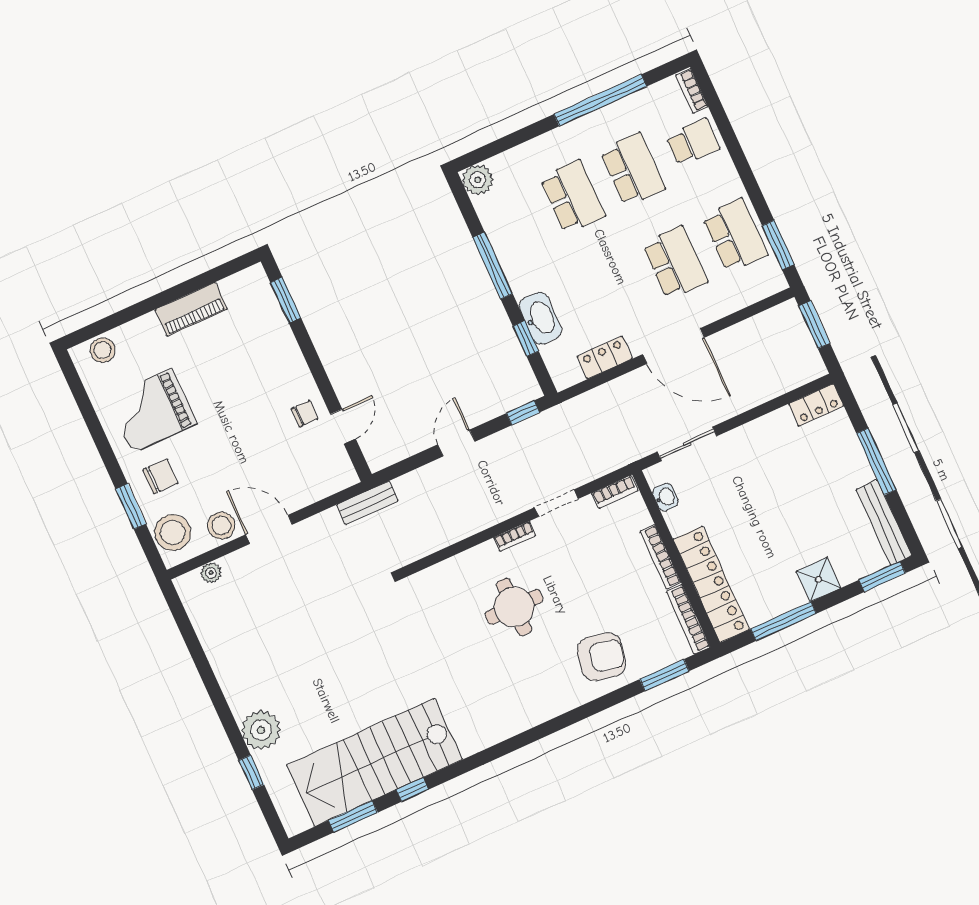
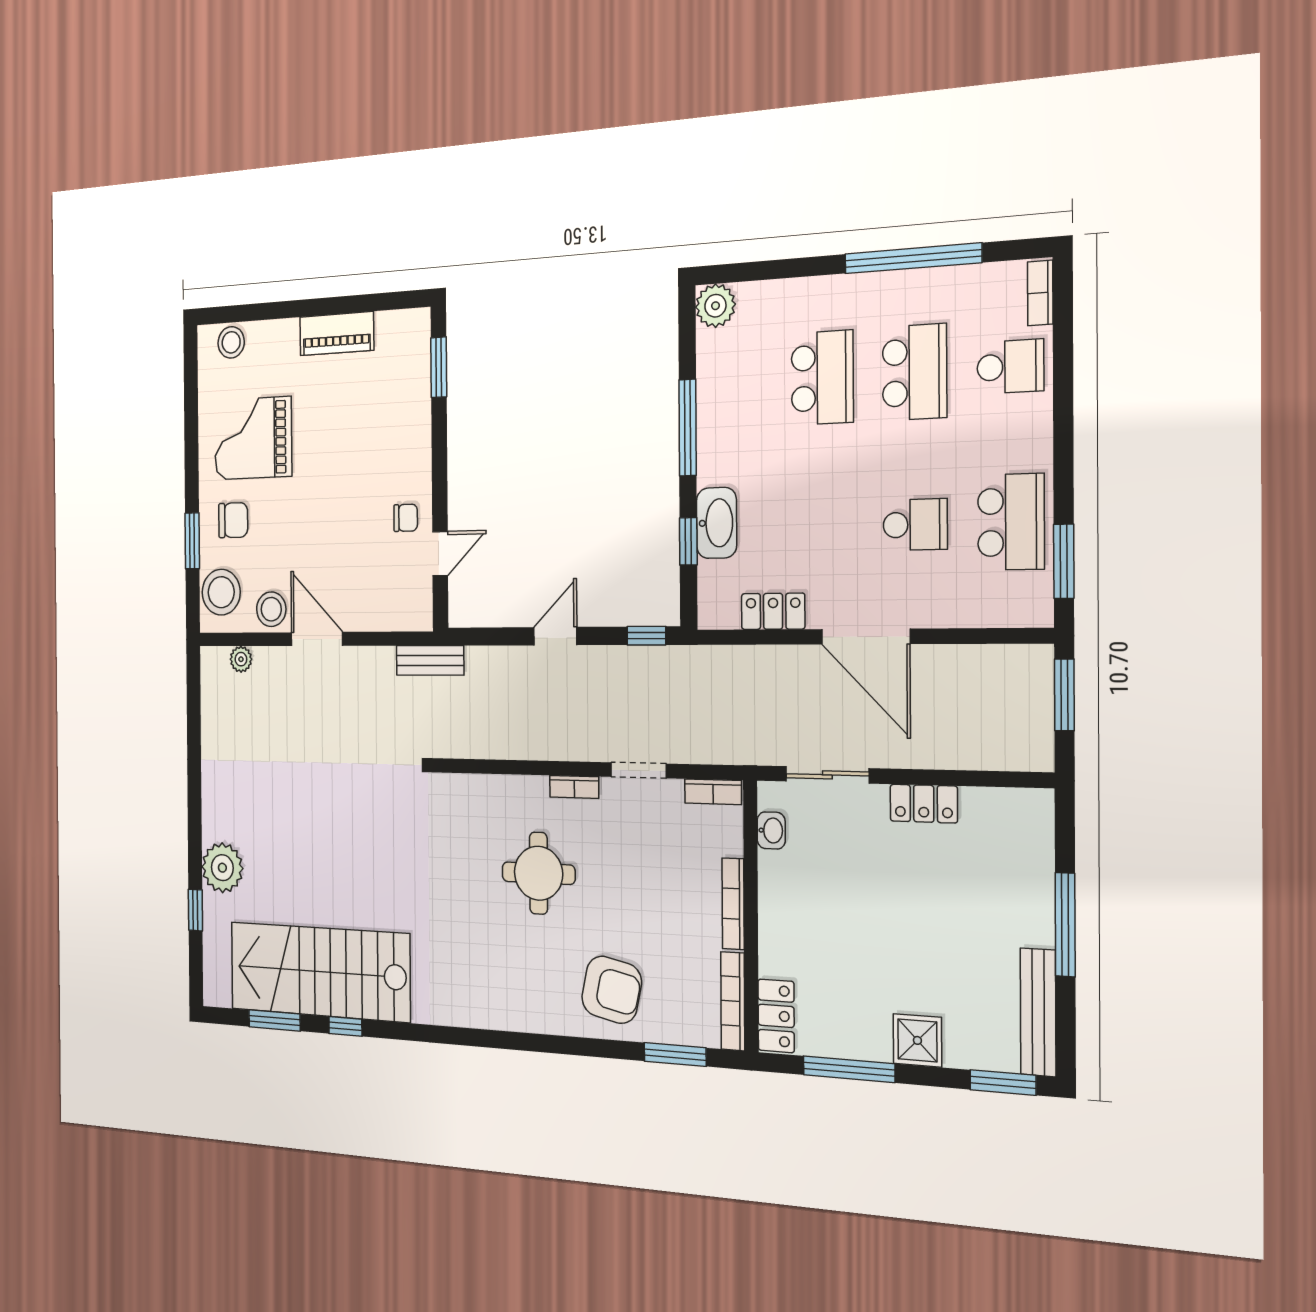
school desk: (675, 263) -> (915, 525), width x0.54
locker: (816, 405) -> (924, 804), moved
locker: (711, 584) -> (776, 1016), width x0.46, depth x0.83

